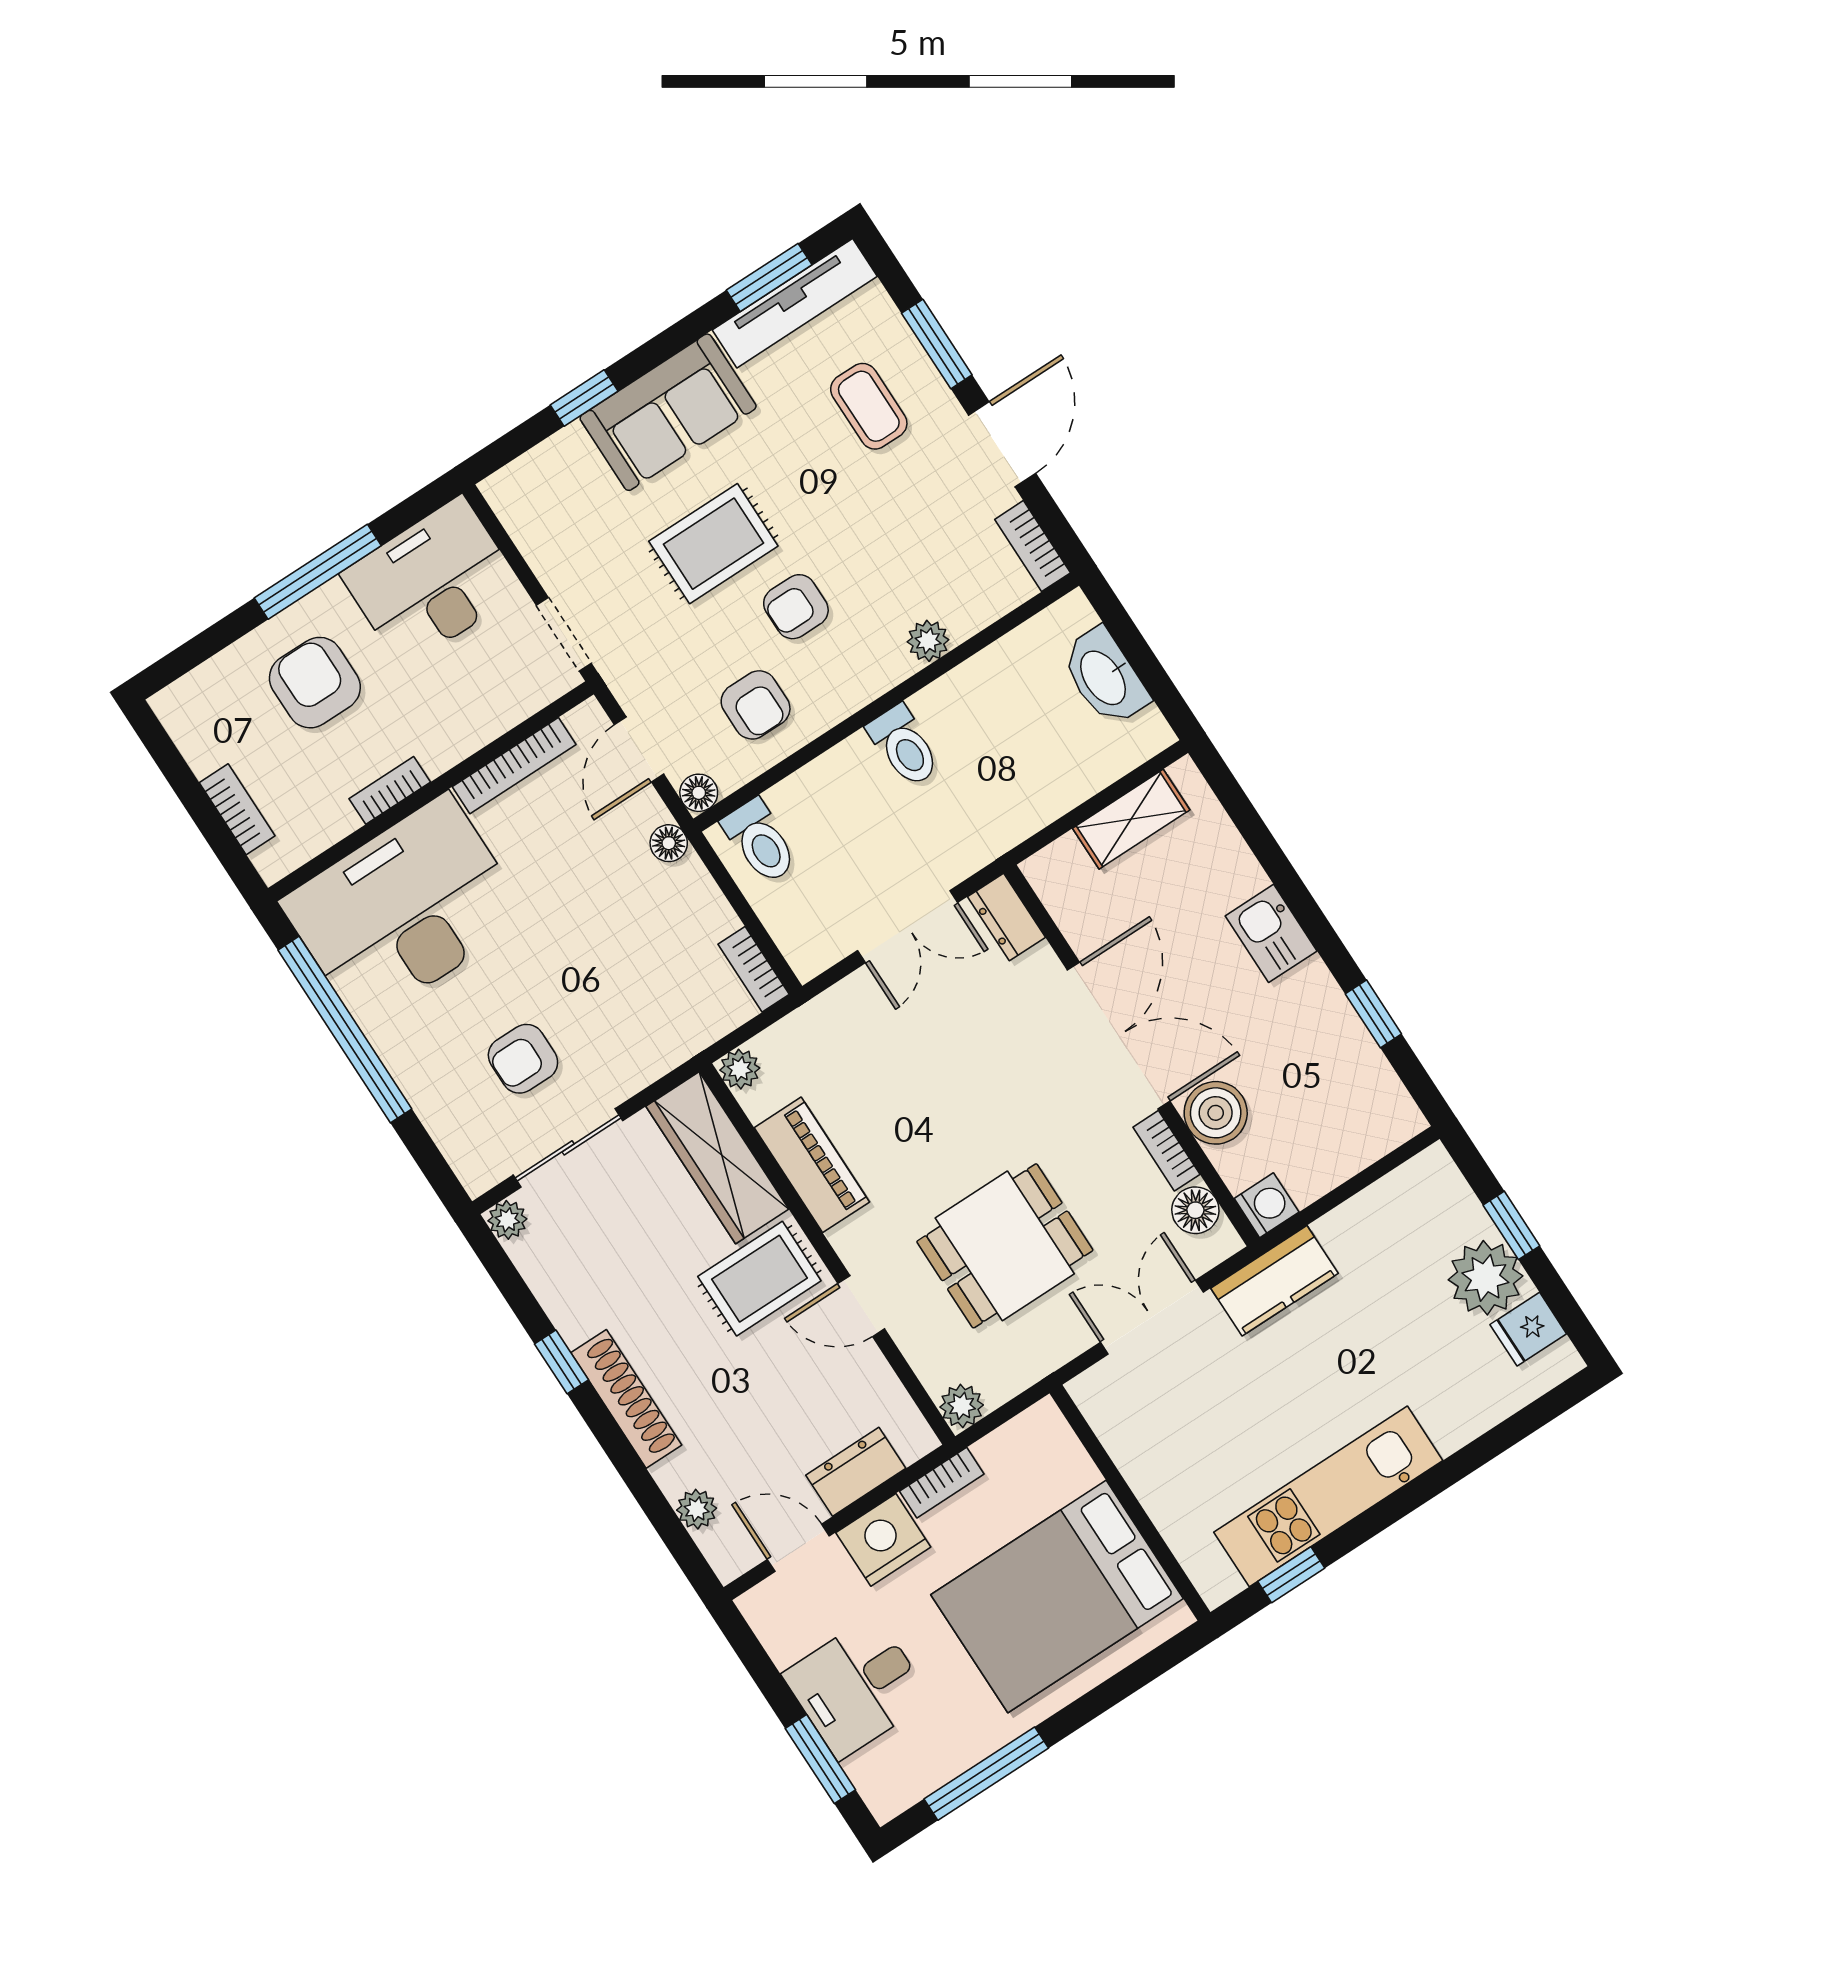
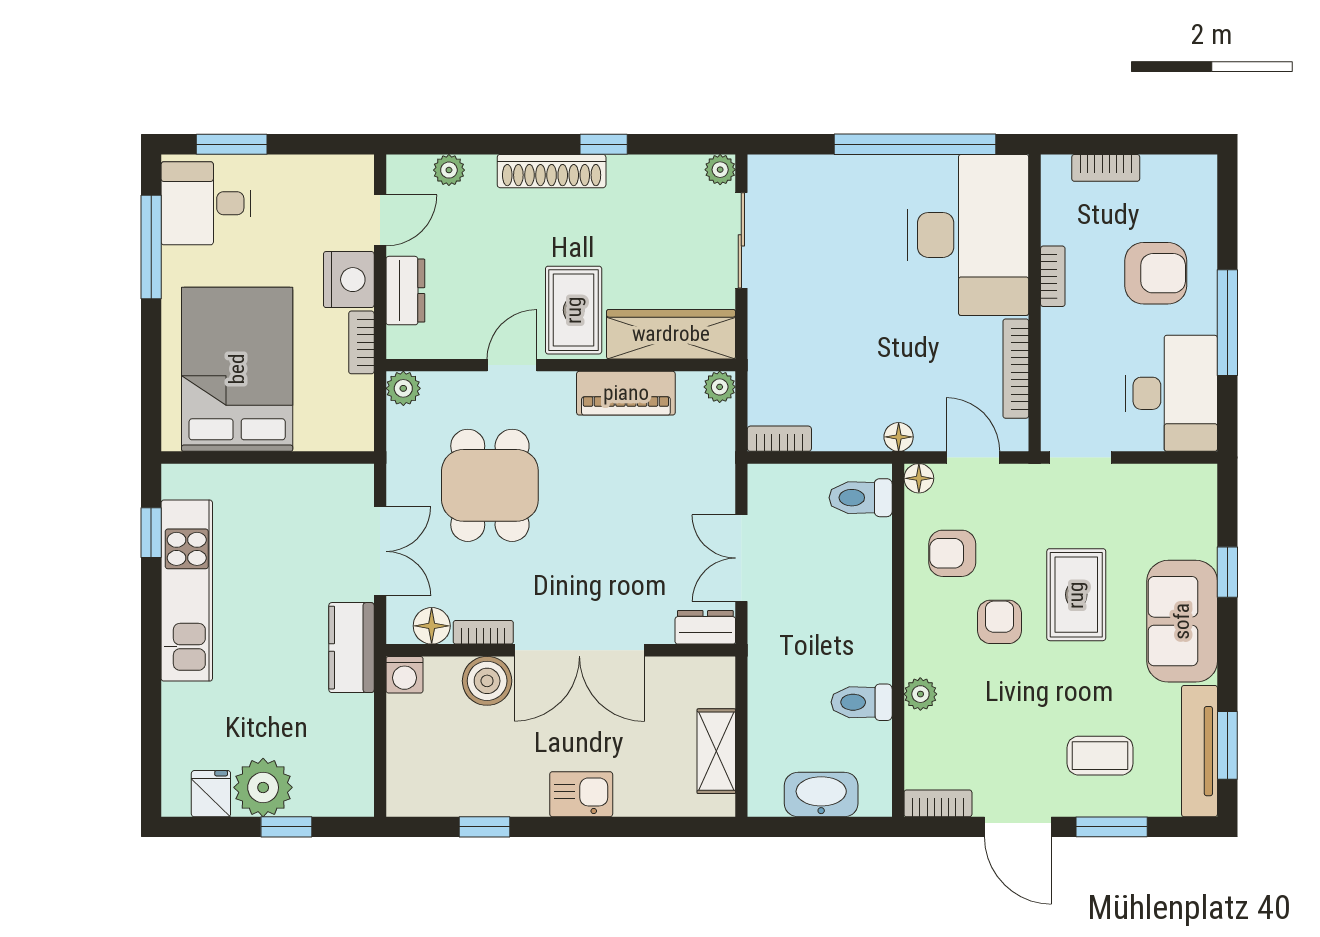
toilet: (904, 746) -> (862, 702), moved
armchair: (523, 1059) -> (819, 249), removed
desk: (857, 1687) -> (206, 203), moved, turned -90

